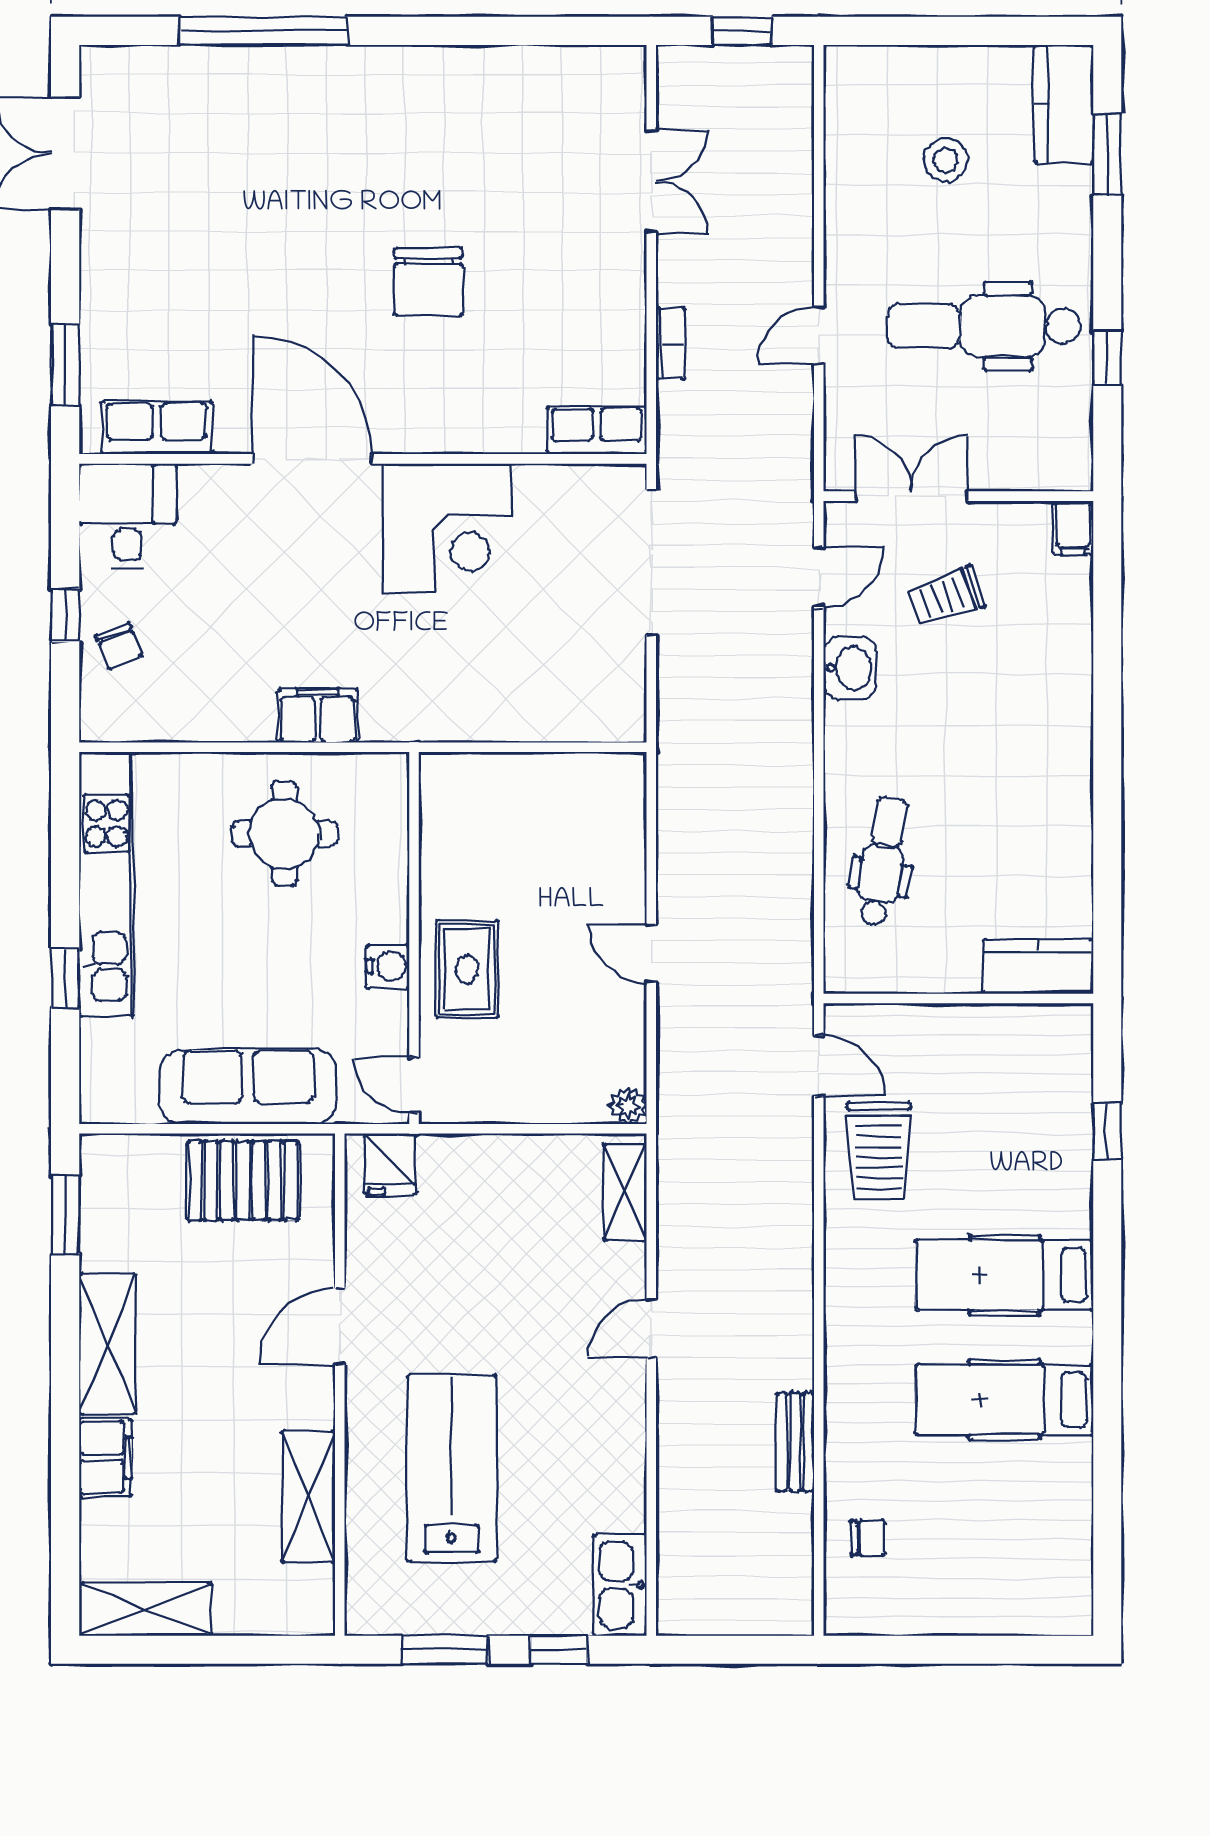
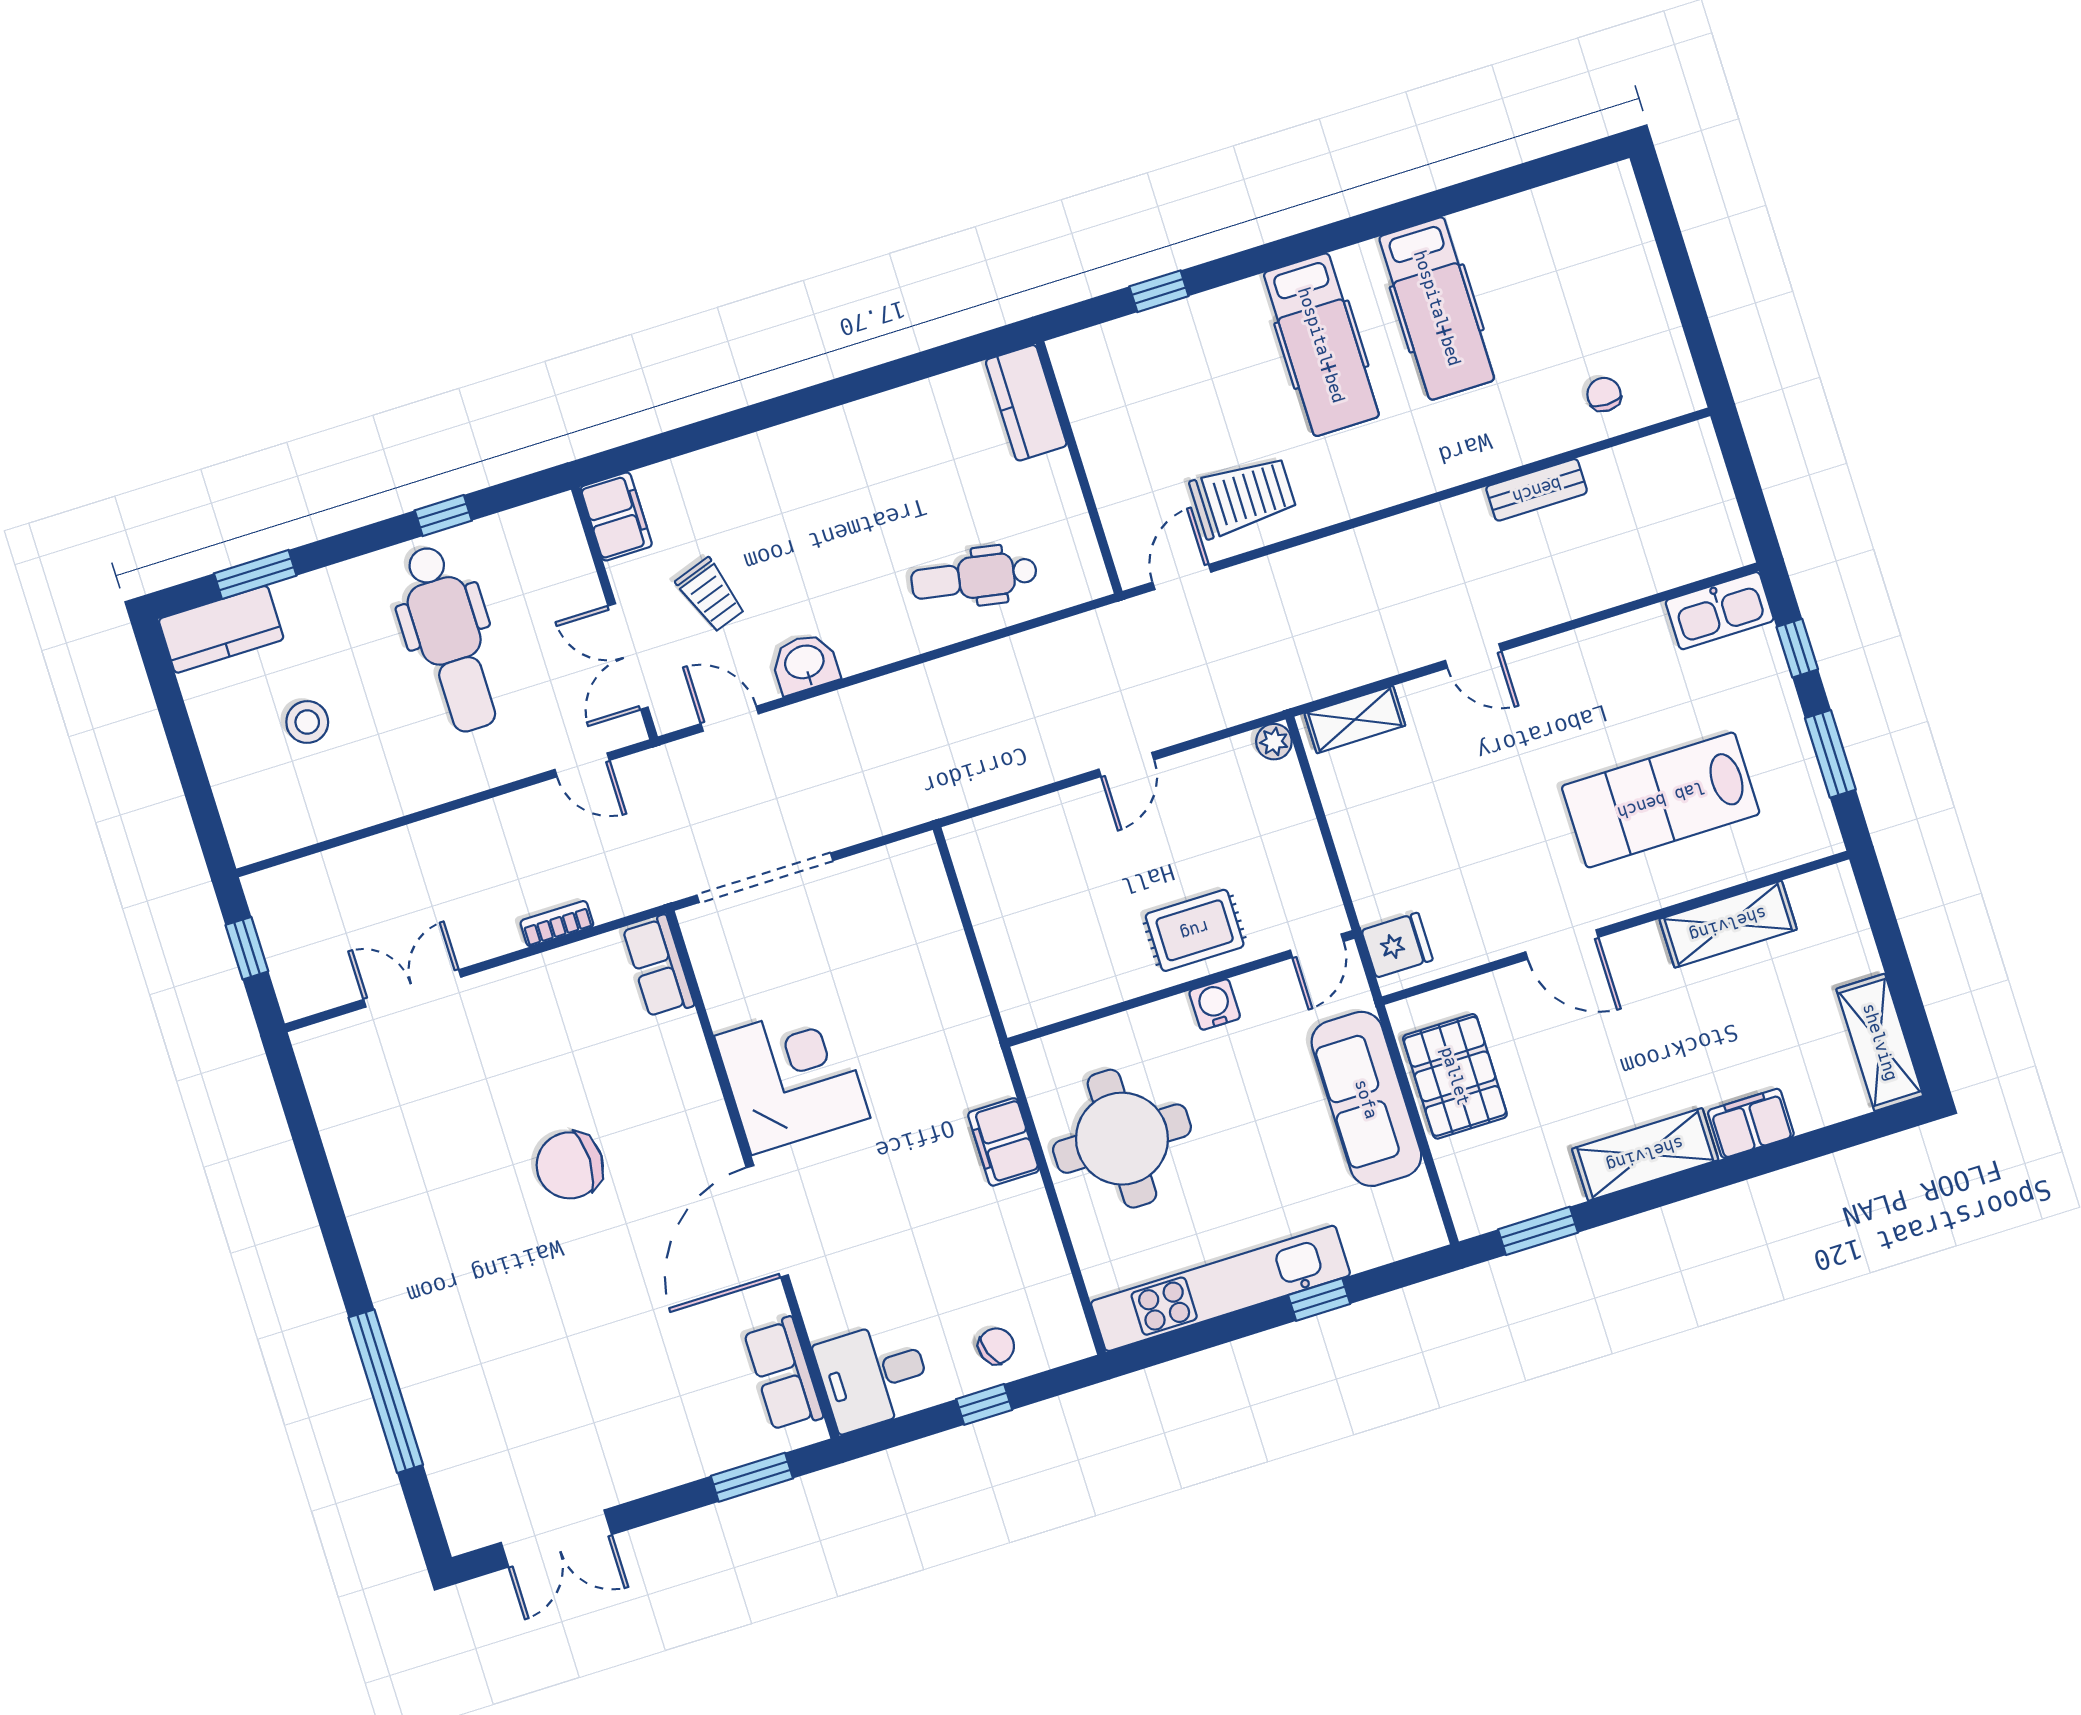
chair: (428, 282) -> (570, 1165), turned 180
door: (819, 335) -> (582, 765), moved
filing cabinet: (1073, 528) -> (616, 516), width x2.00
round table: (284, 834) -> (1122, 1139), width x1.36, depth x1.36

